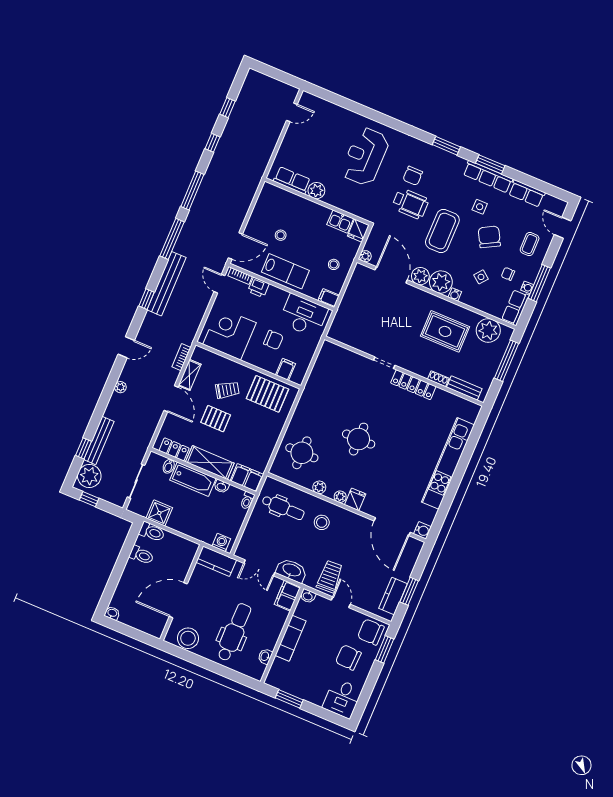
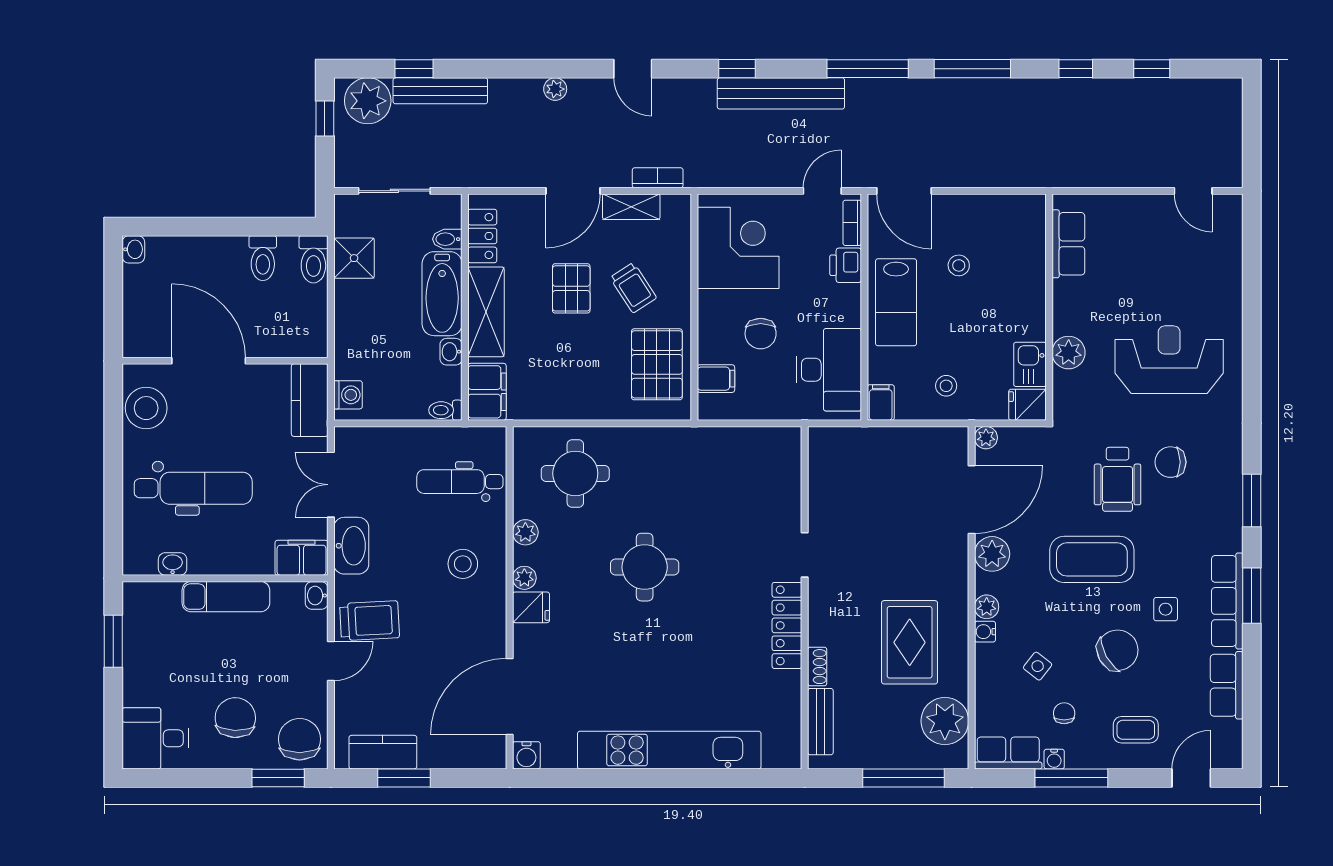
plant: (316, 191) -> (1069, 353), moved
plant: (441, 282) -> (987, 607), width x0.53, depth x0.53
dental chair: (283, 508) -> (460, 482), turned 90

